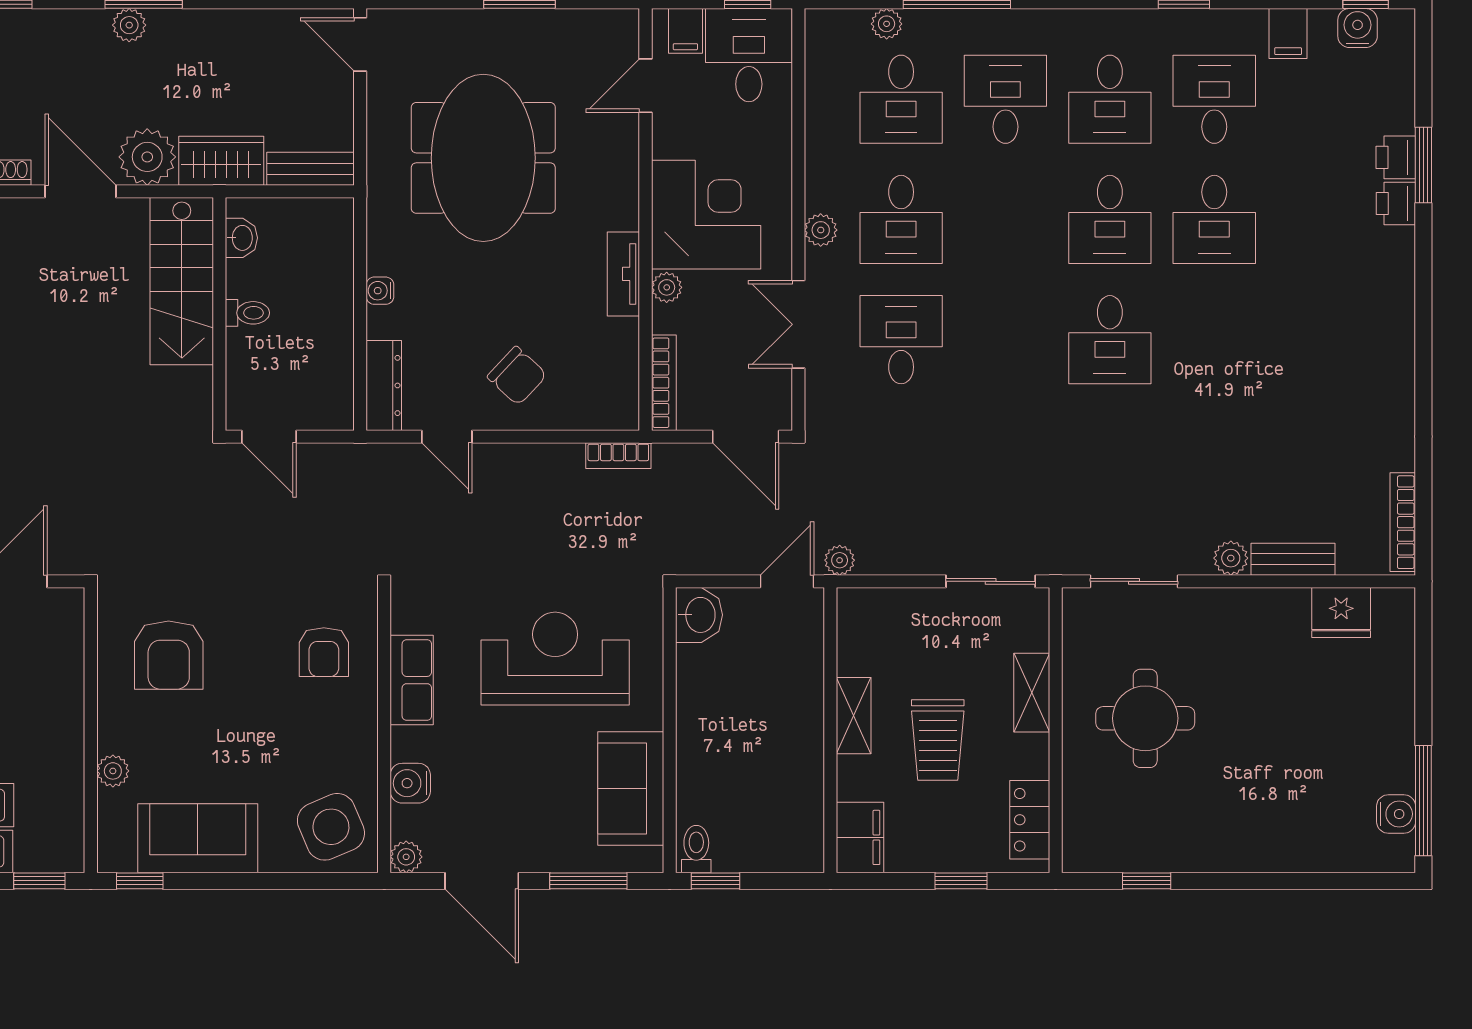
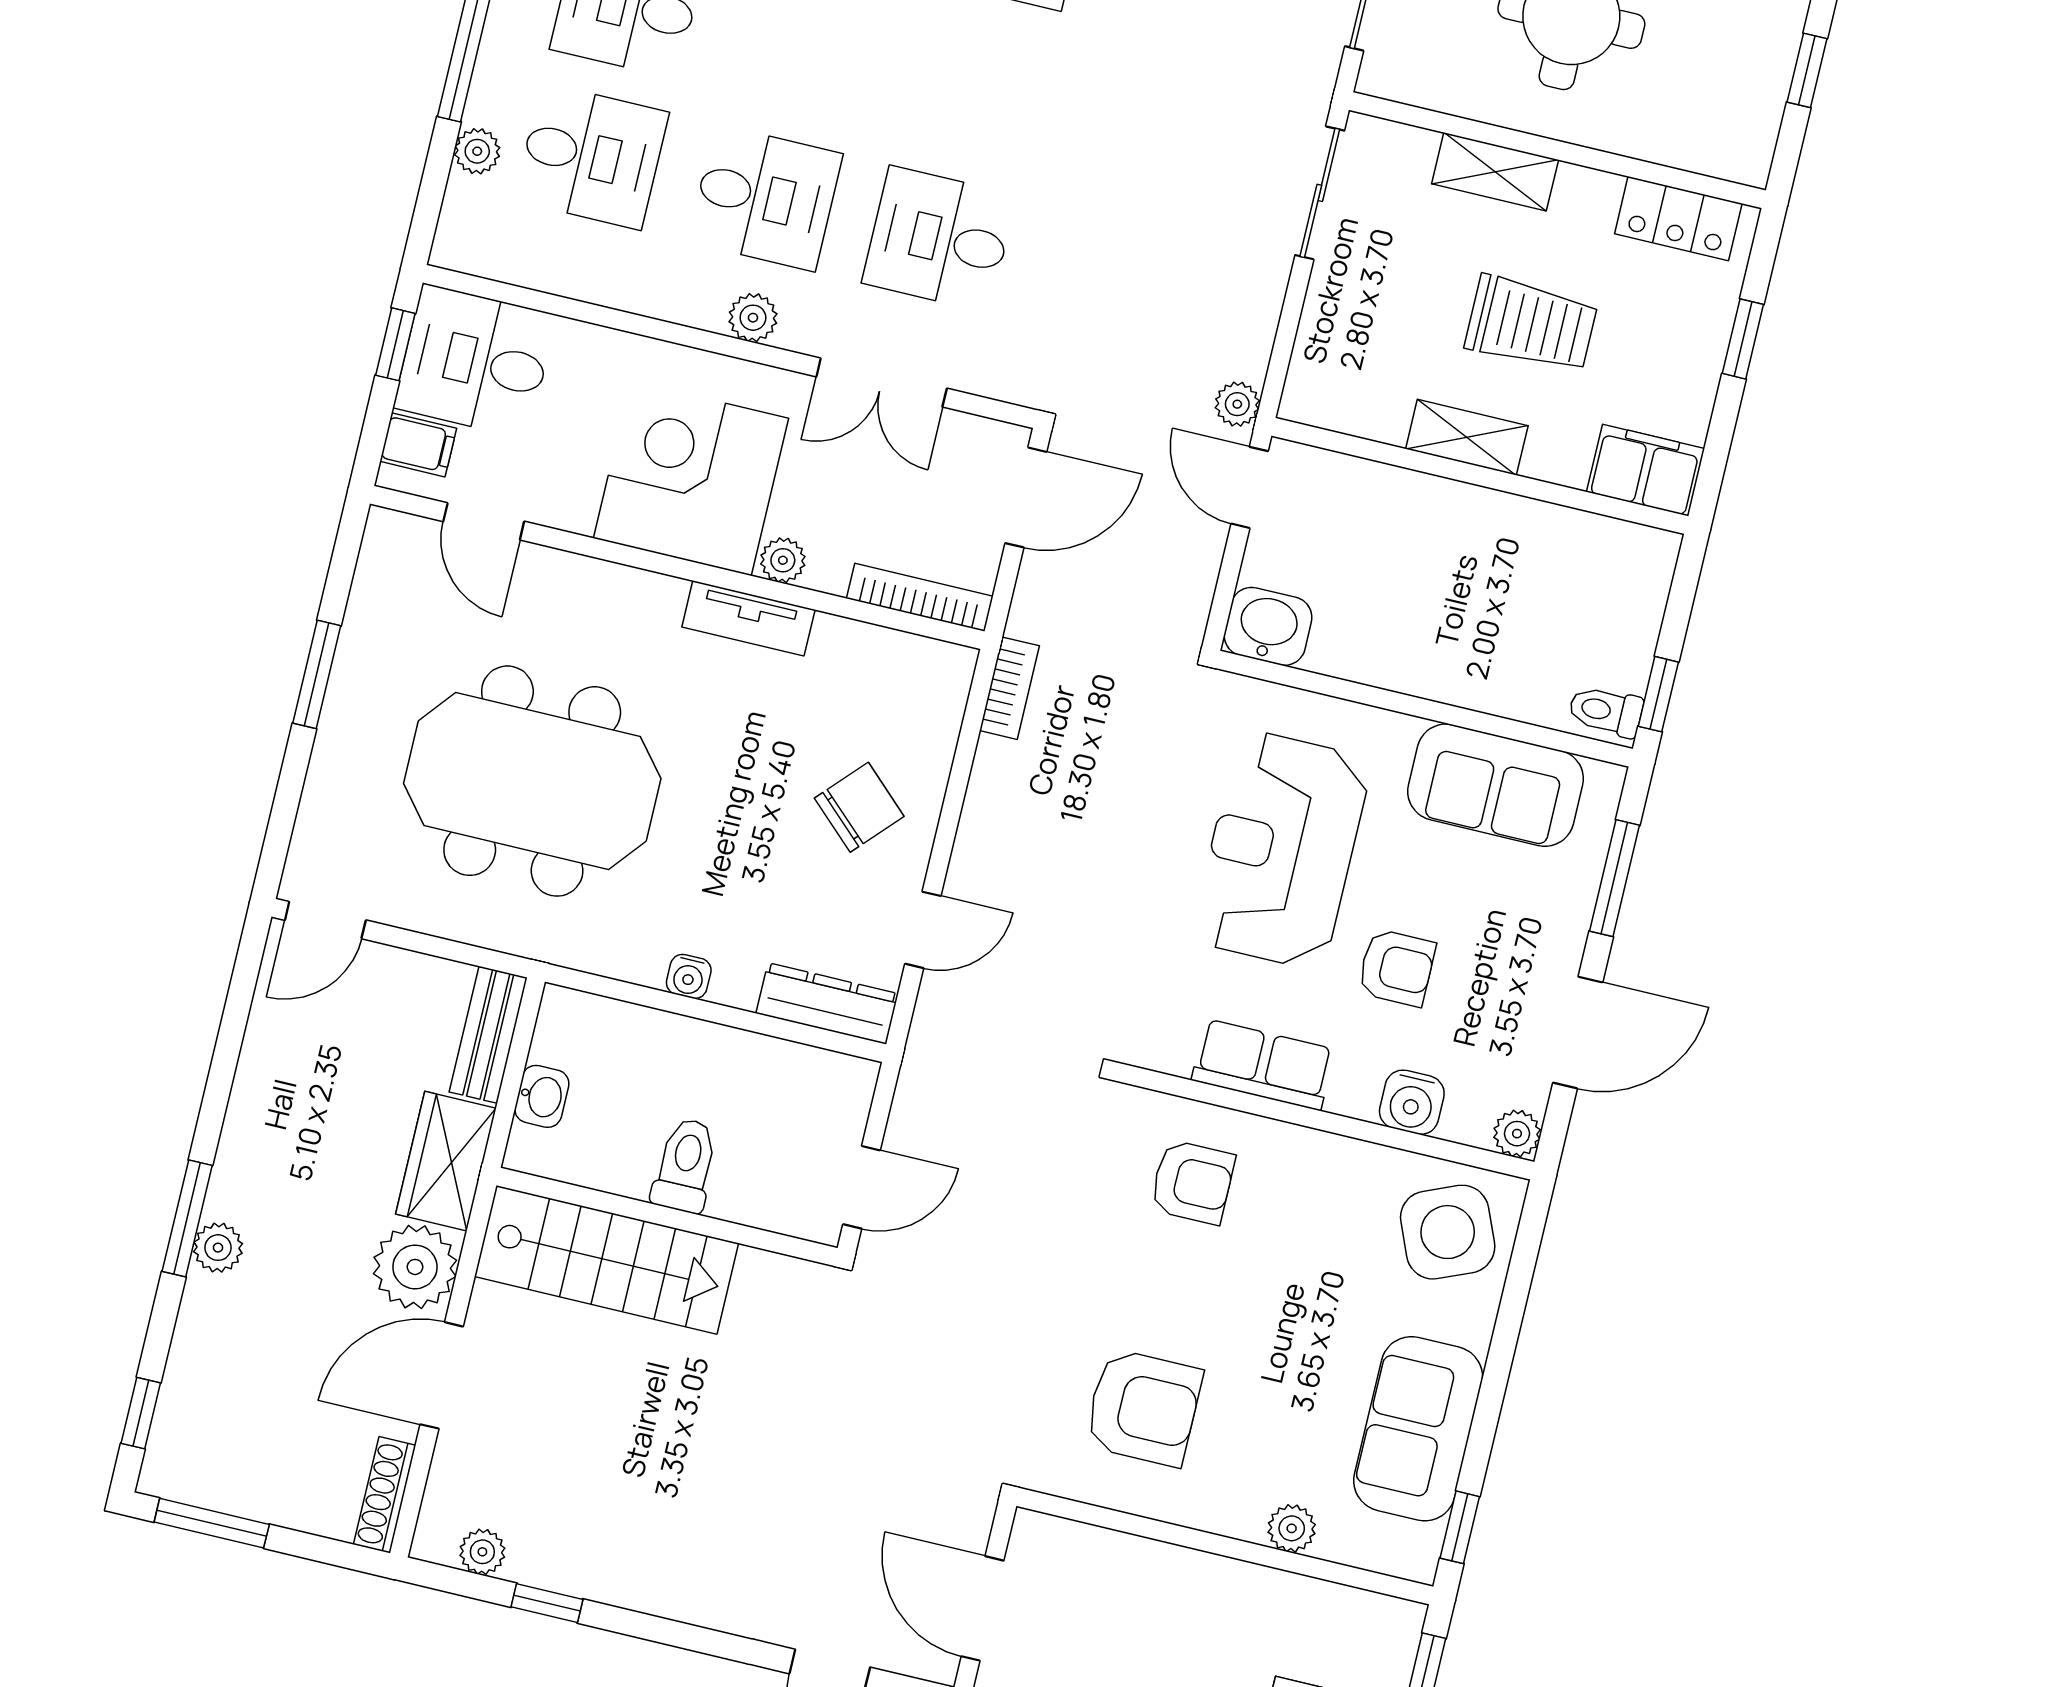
washbasin: (241, 238) -> (542, 1096), moved, turned 90
toilet: (247, 313) -> (685, 1165), width x1.37, depth x1.39
armchair: (496, 752) -> (1396, 968), added

